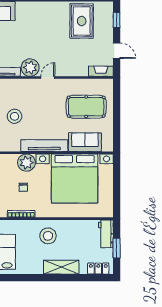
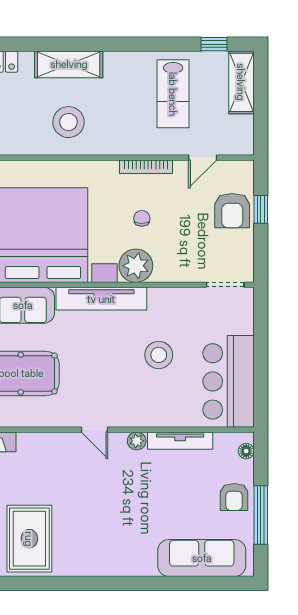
plant: (30, 68) -> (137, 441), width x0.53, depth x0.53
door: (48, 78) -> (95, 430), hinge flipped
stool: (48, 236) -> (69, 122), moved

